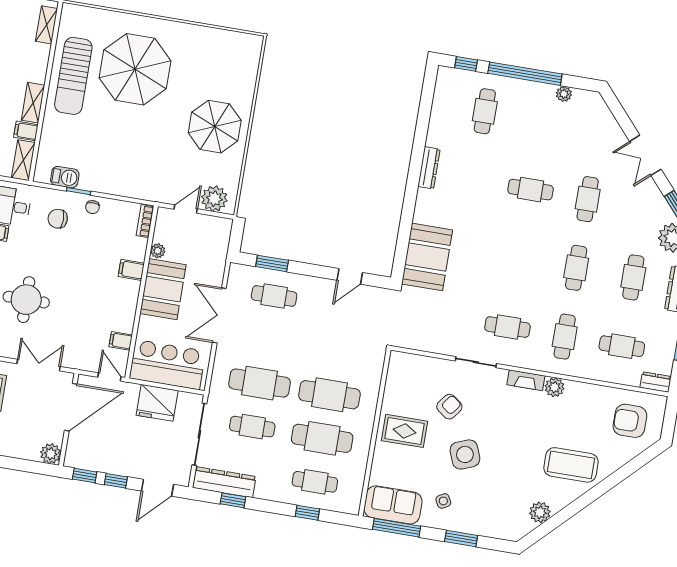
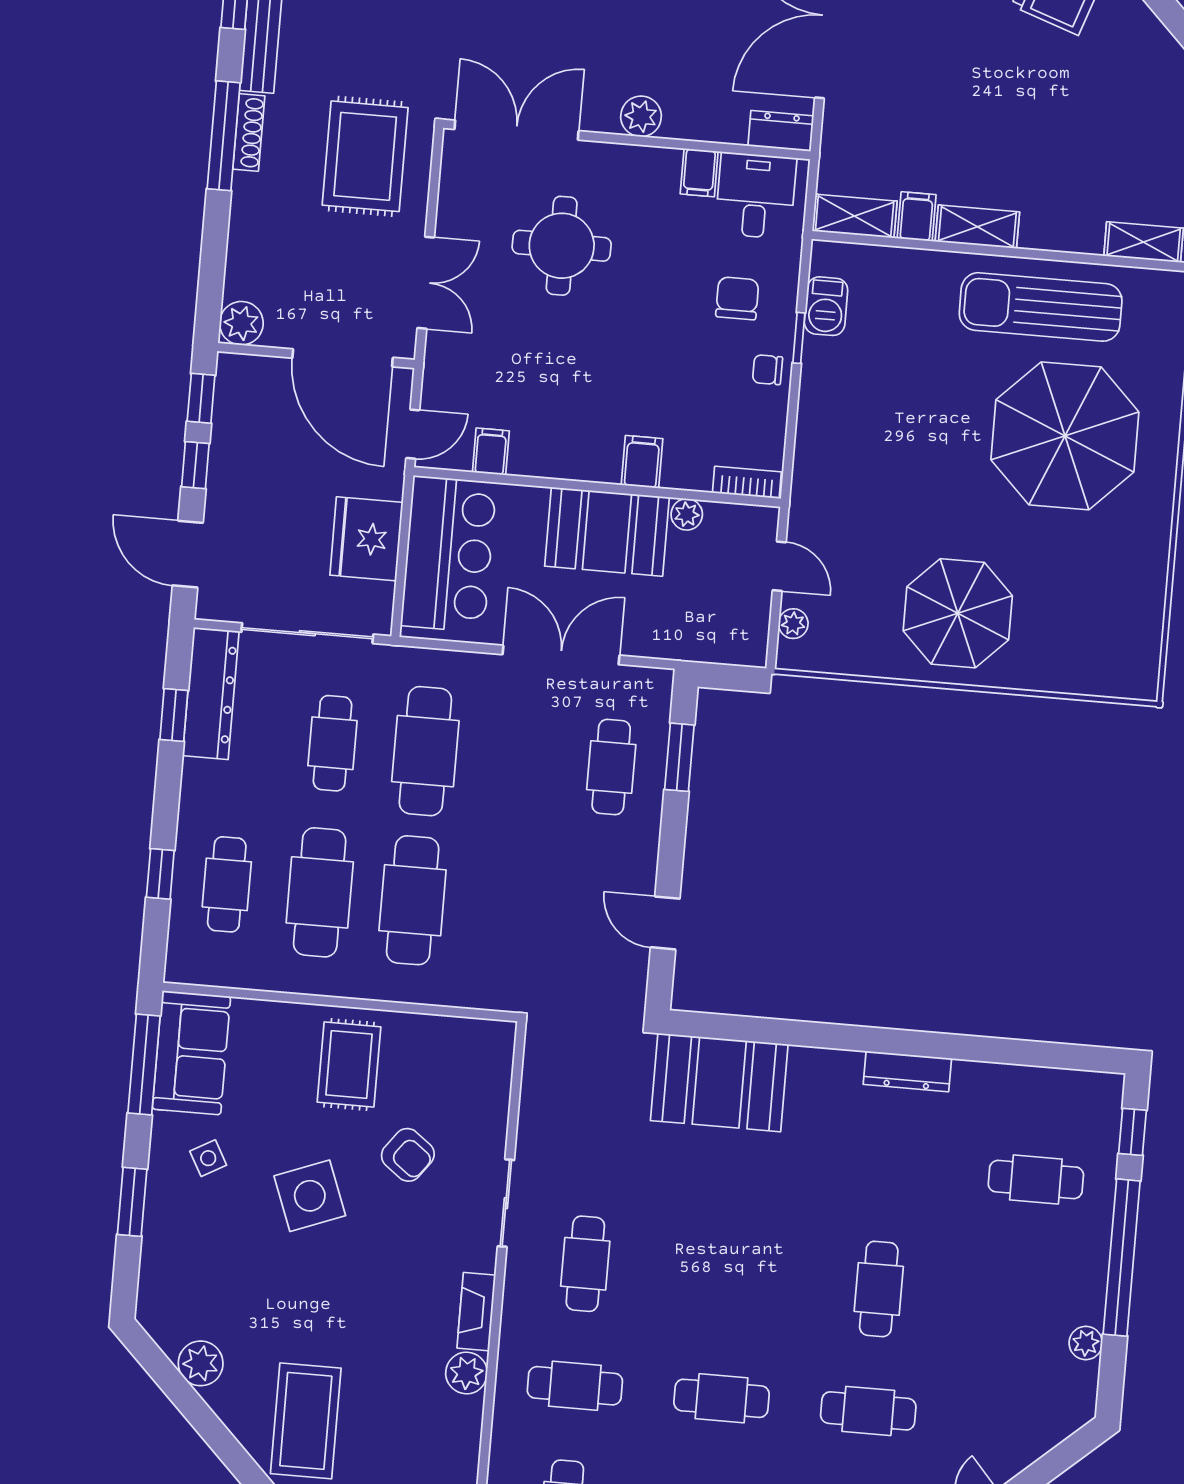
plant: (214, 199) -> (793, 624), width x0.53, depth x0.53

